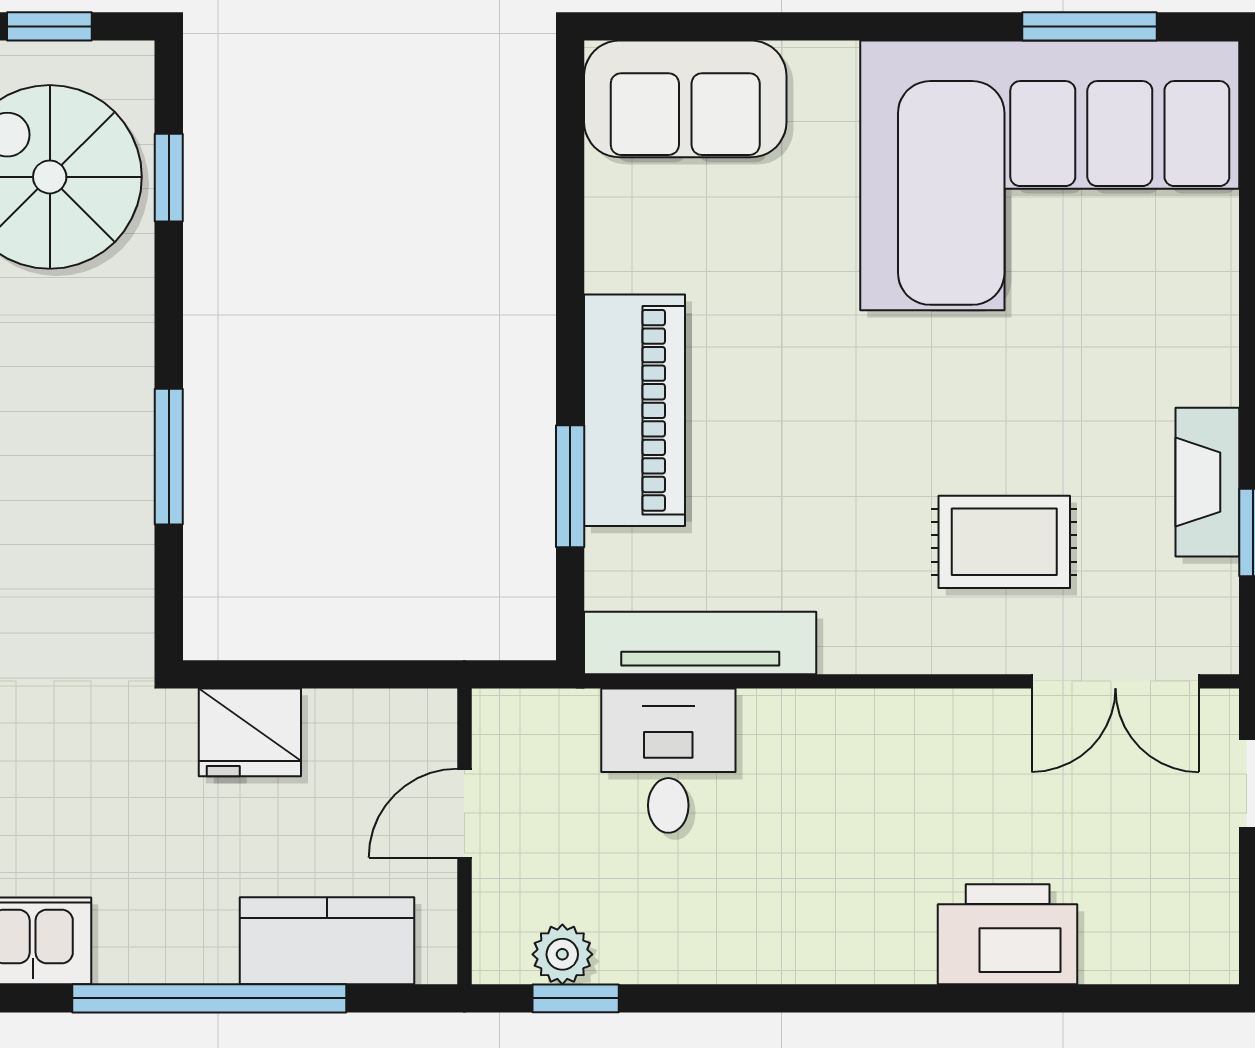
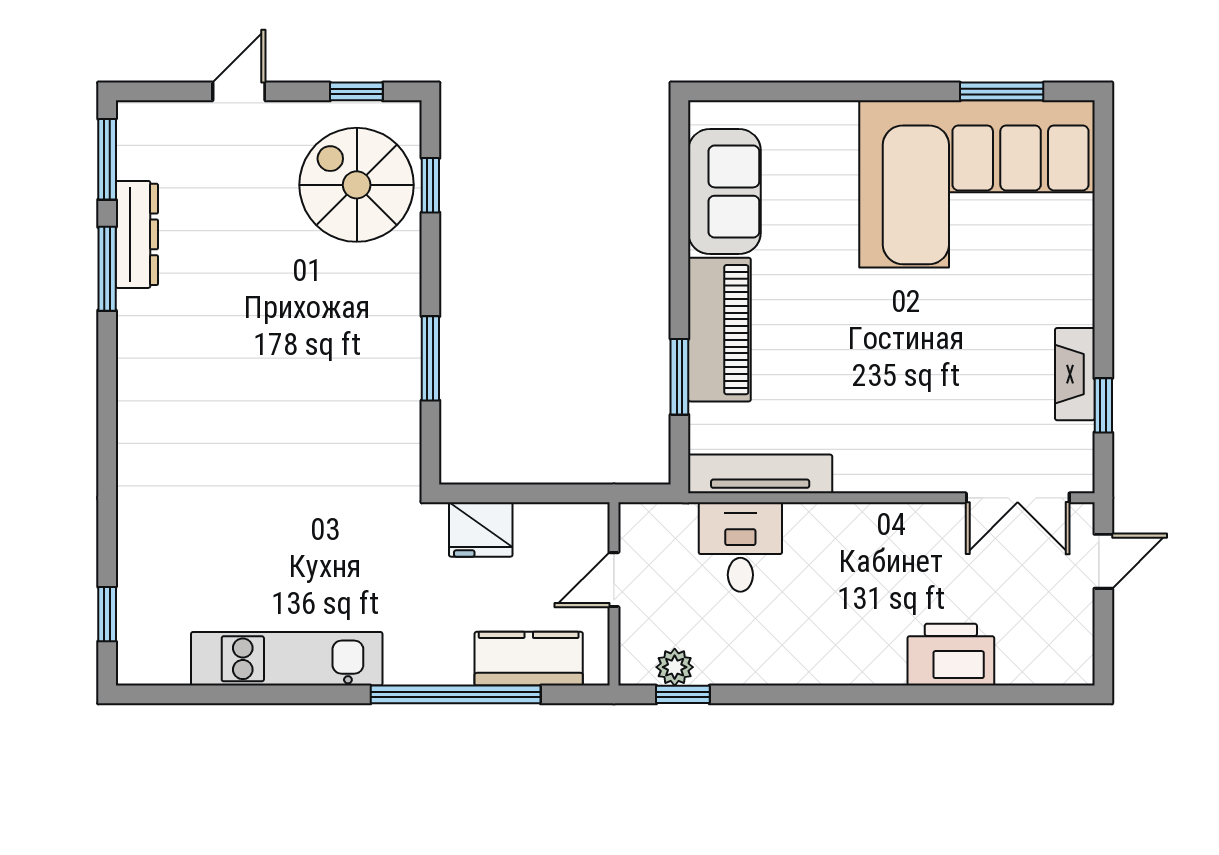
sofa: (685, 99) -> (724, 192), moved, turned -90
rug: (1004, 542) -> (949, 411), removed

